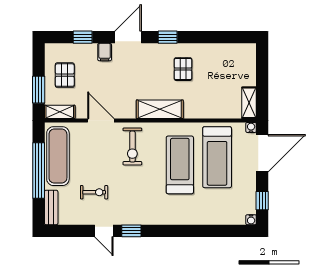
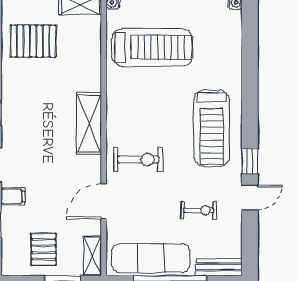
pallet: (183, 69) -> (33, 41), moved, width x1.50, depth x1.42
pallet: (65, 75) -> (44, 249), turned 90
treadmill: (180, 165) -> (212, 128), moved, turned -90
exercise bike: (94, 192) -> (199, 210), turned 90

